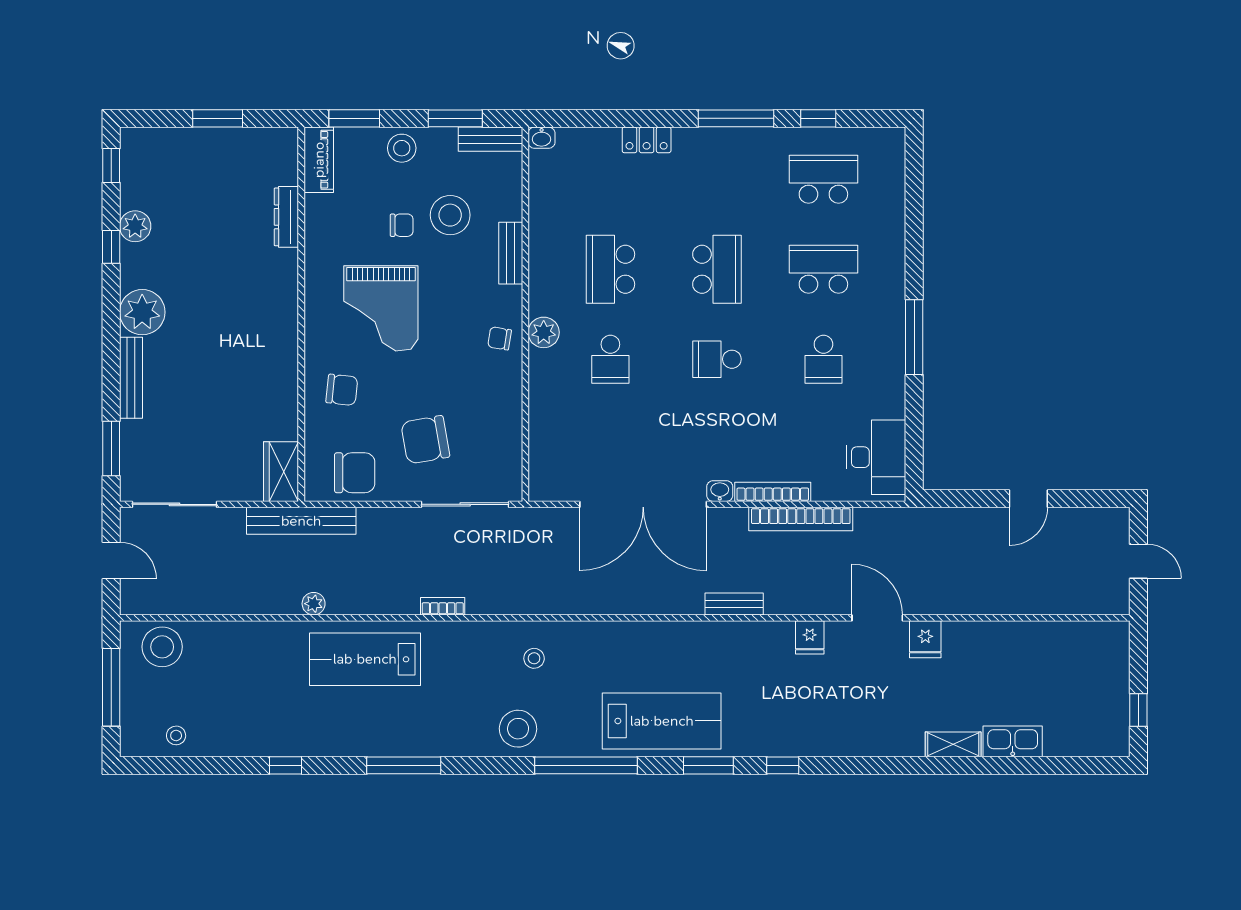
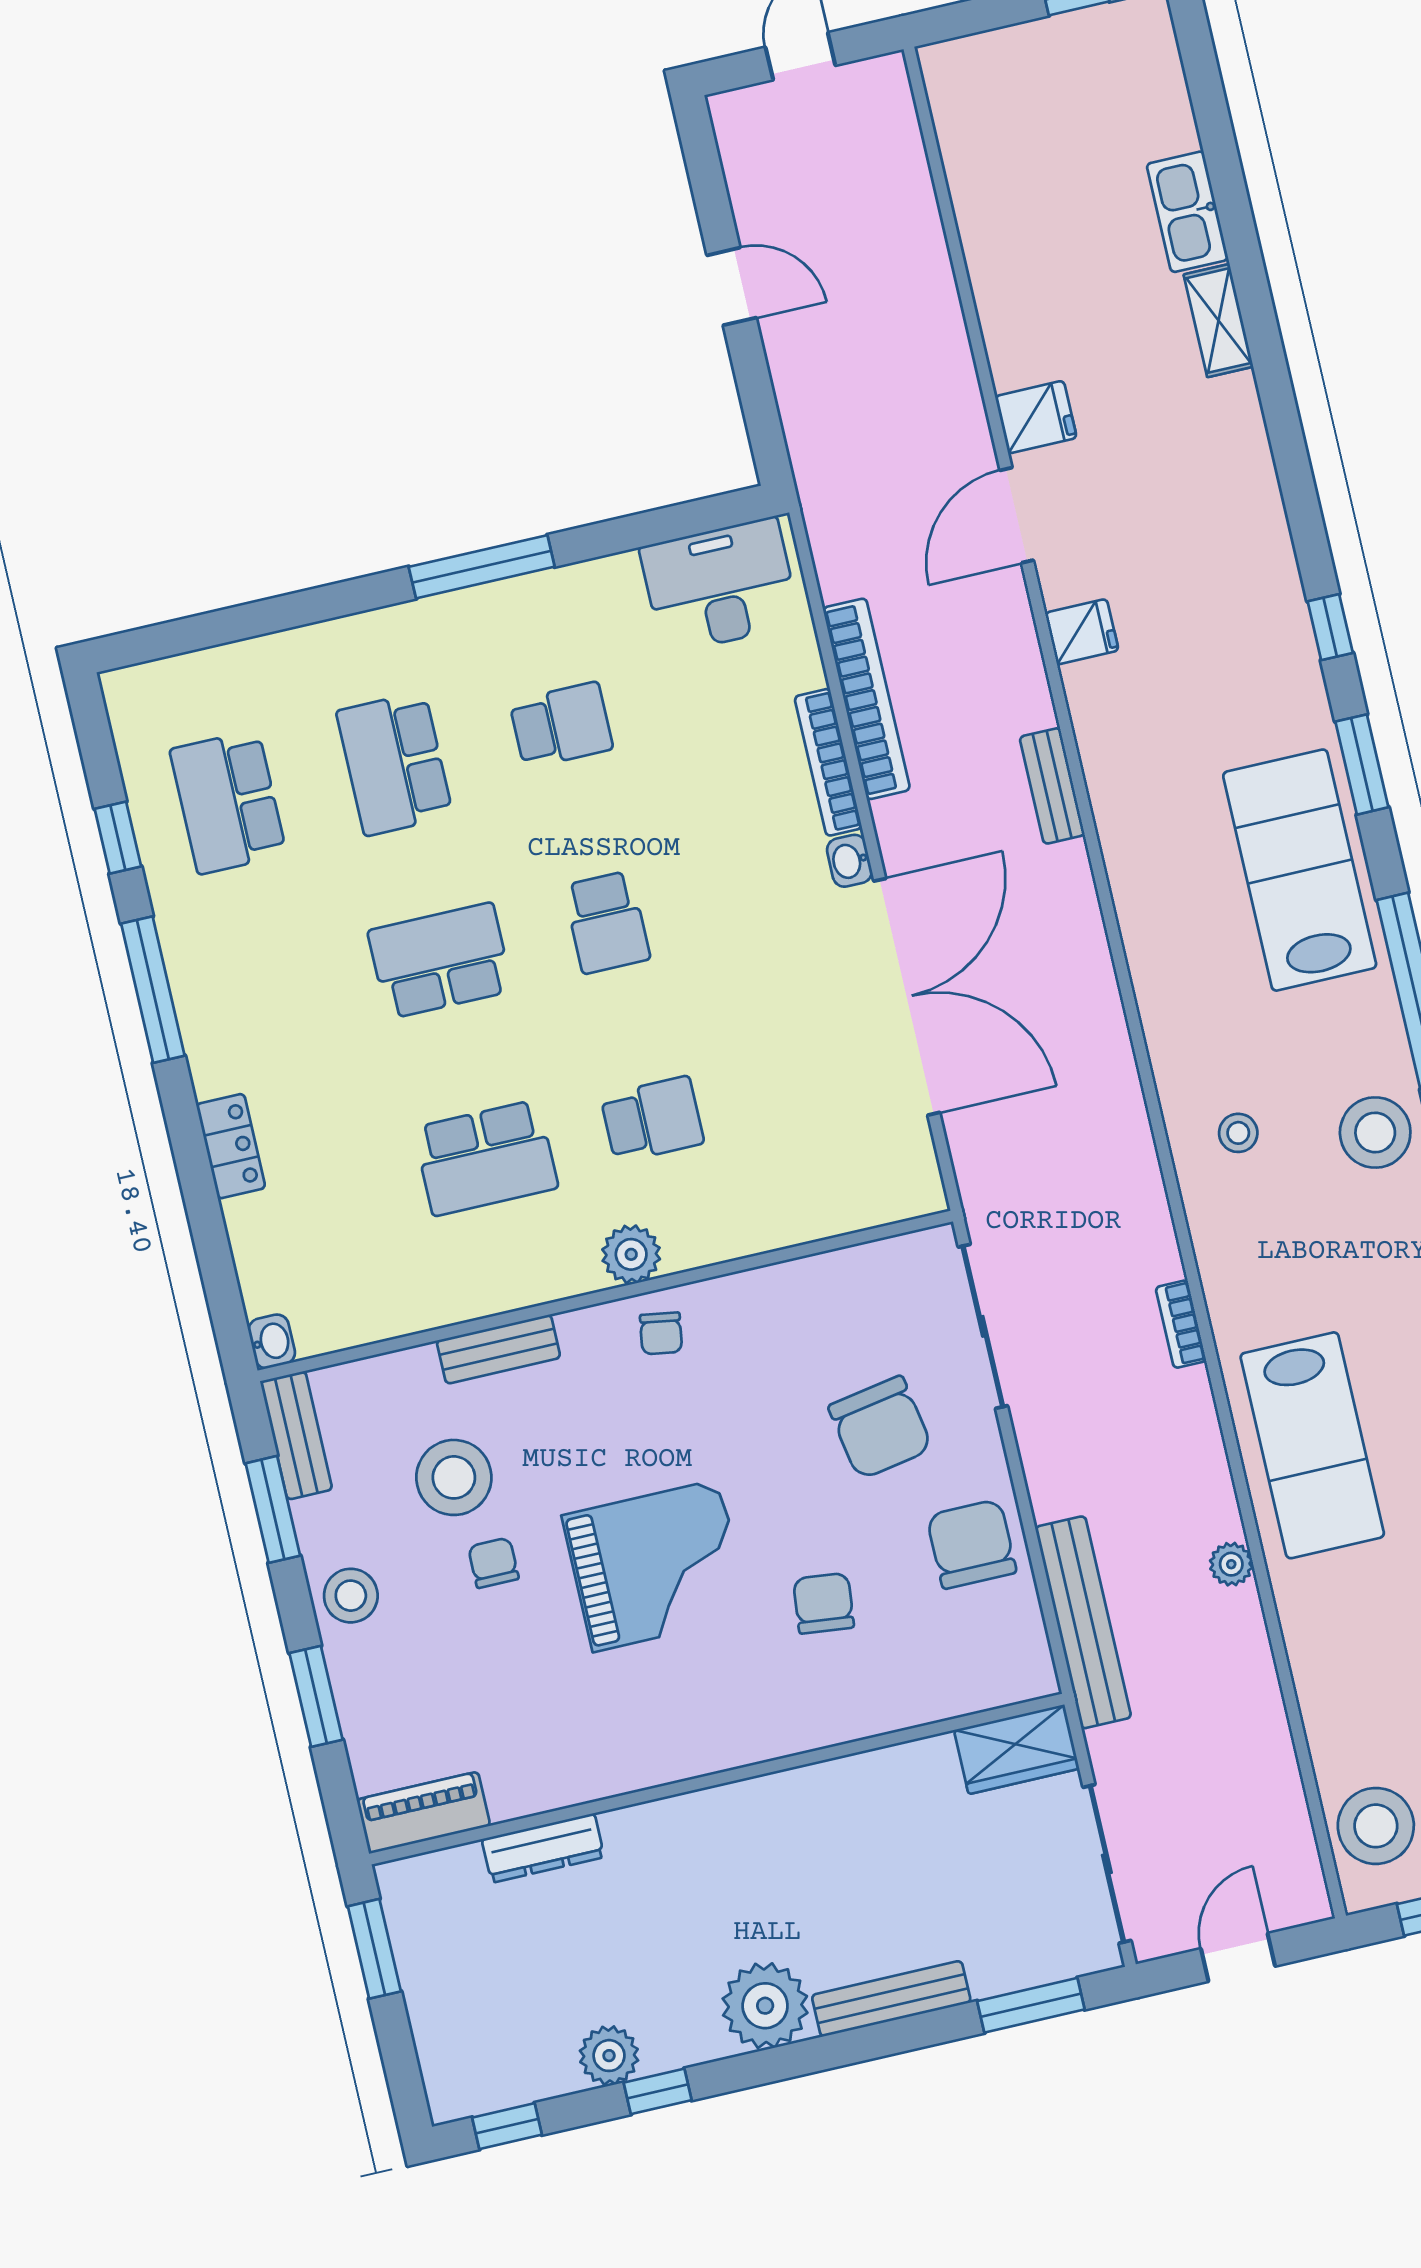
piano: (319, 160) -> (423, 1813), moved
dresser: (286, 217) -> (543, 1848), moved
wall: (301, 314) -> (717, 1779), moved
wardrobe: (281, 472) -> (1016, 1749), moved

